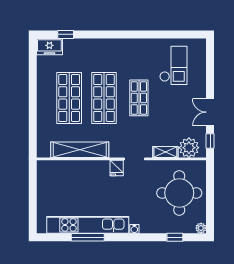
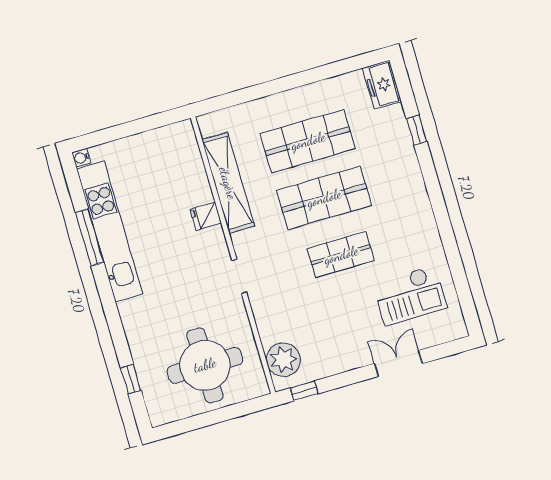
window: (66, 34) -> (417, 130), moved
double door: (210, 112) -> (398, 363), moved
shelving: (165, 152) -> (265, 323), removed
fridge: (117, 168) -> (206, 216), moved
plant: (201, 228) -> (158, 417), removed
water cooler: (134, 229) -> (81, 158), moved

